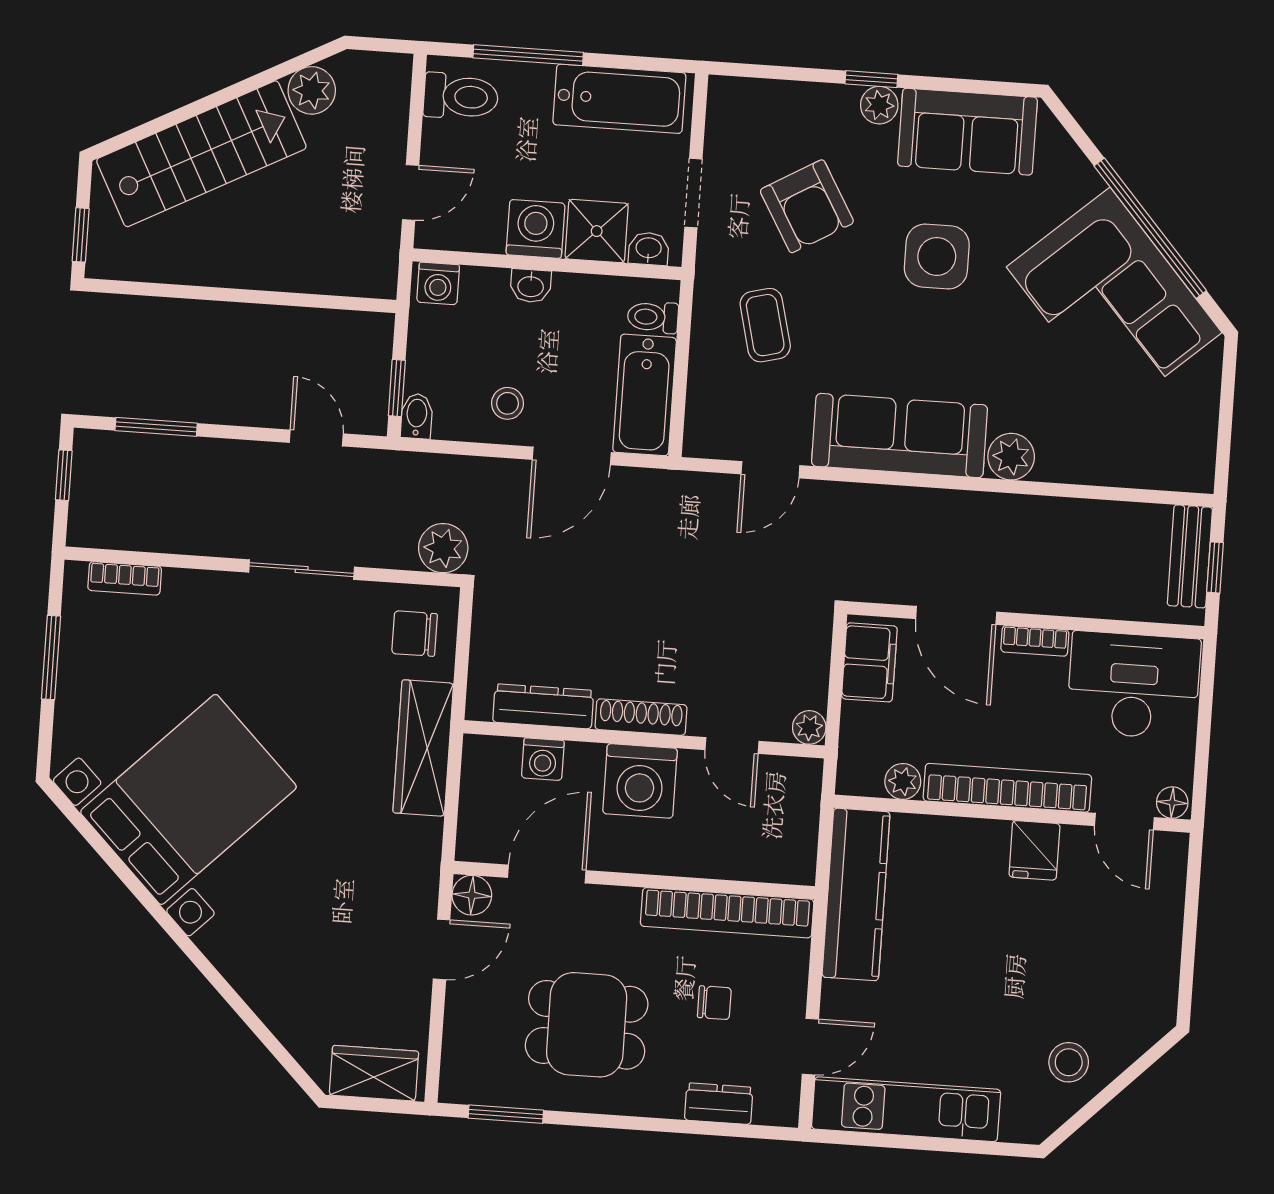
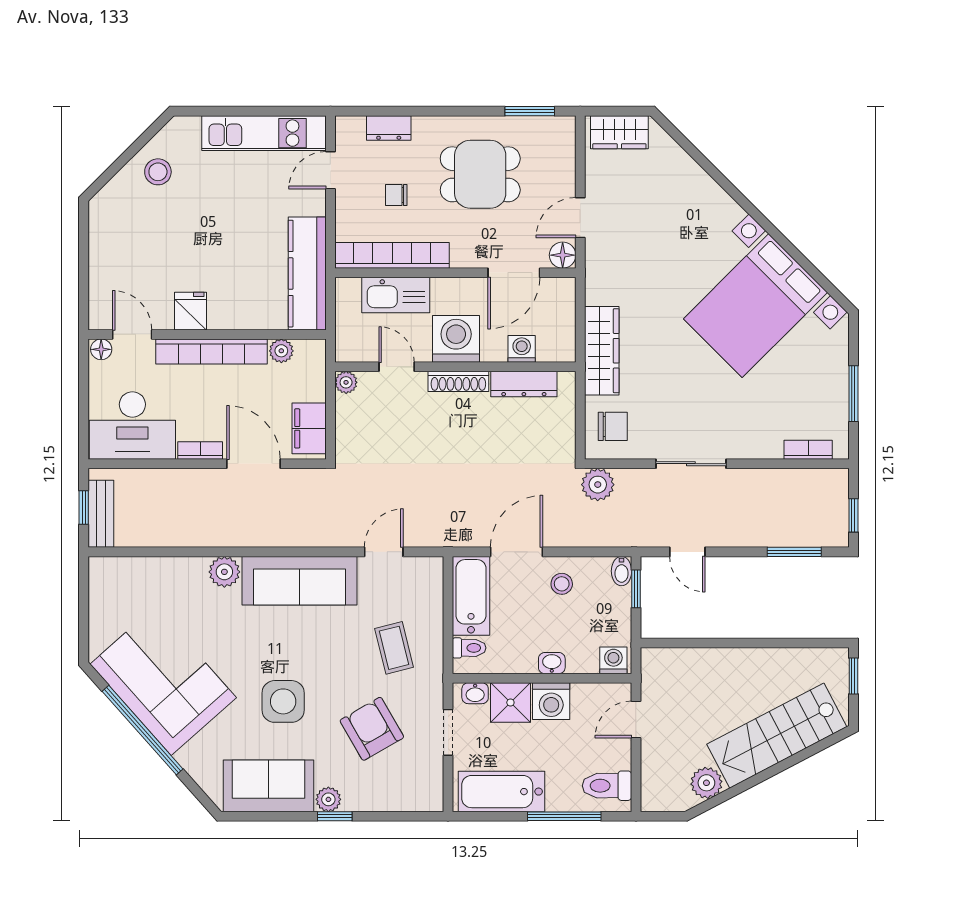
kitchen sink: (726, 853) -> (396, 295), added

